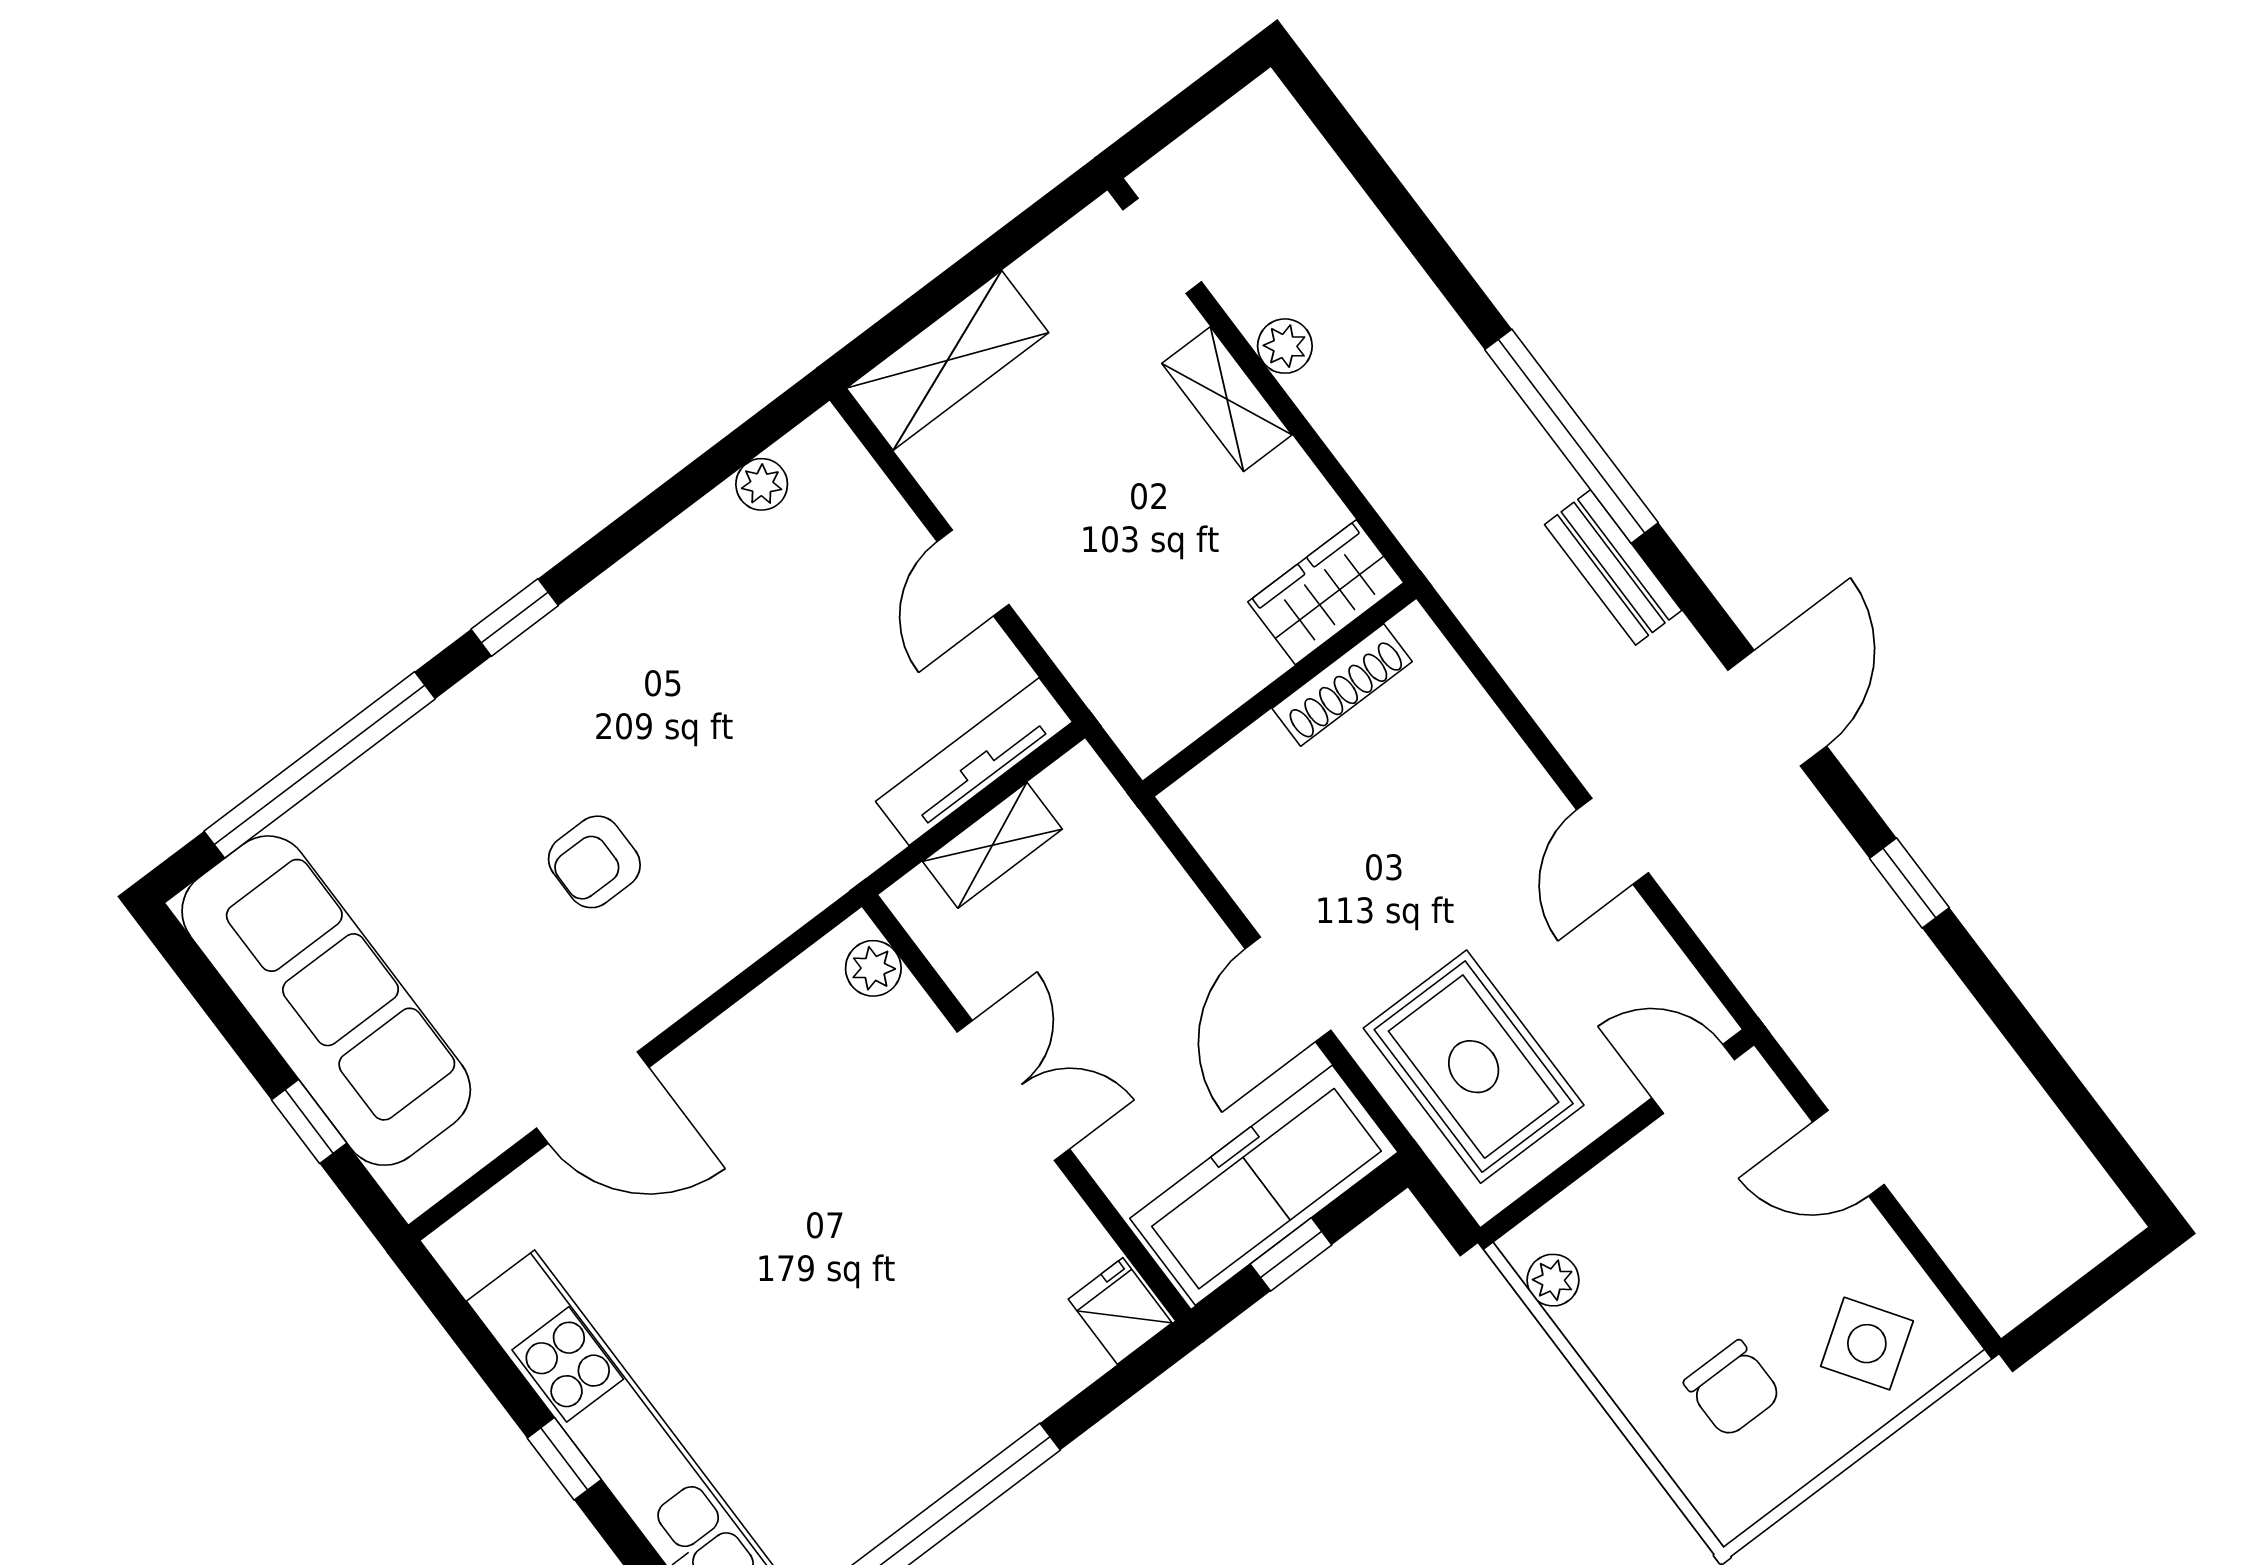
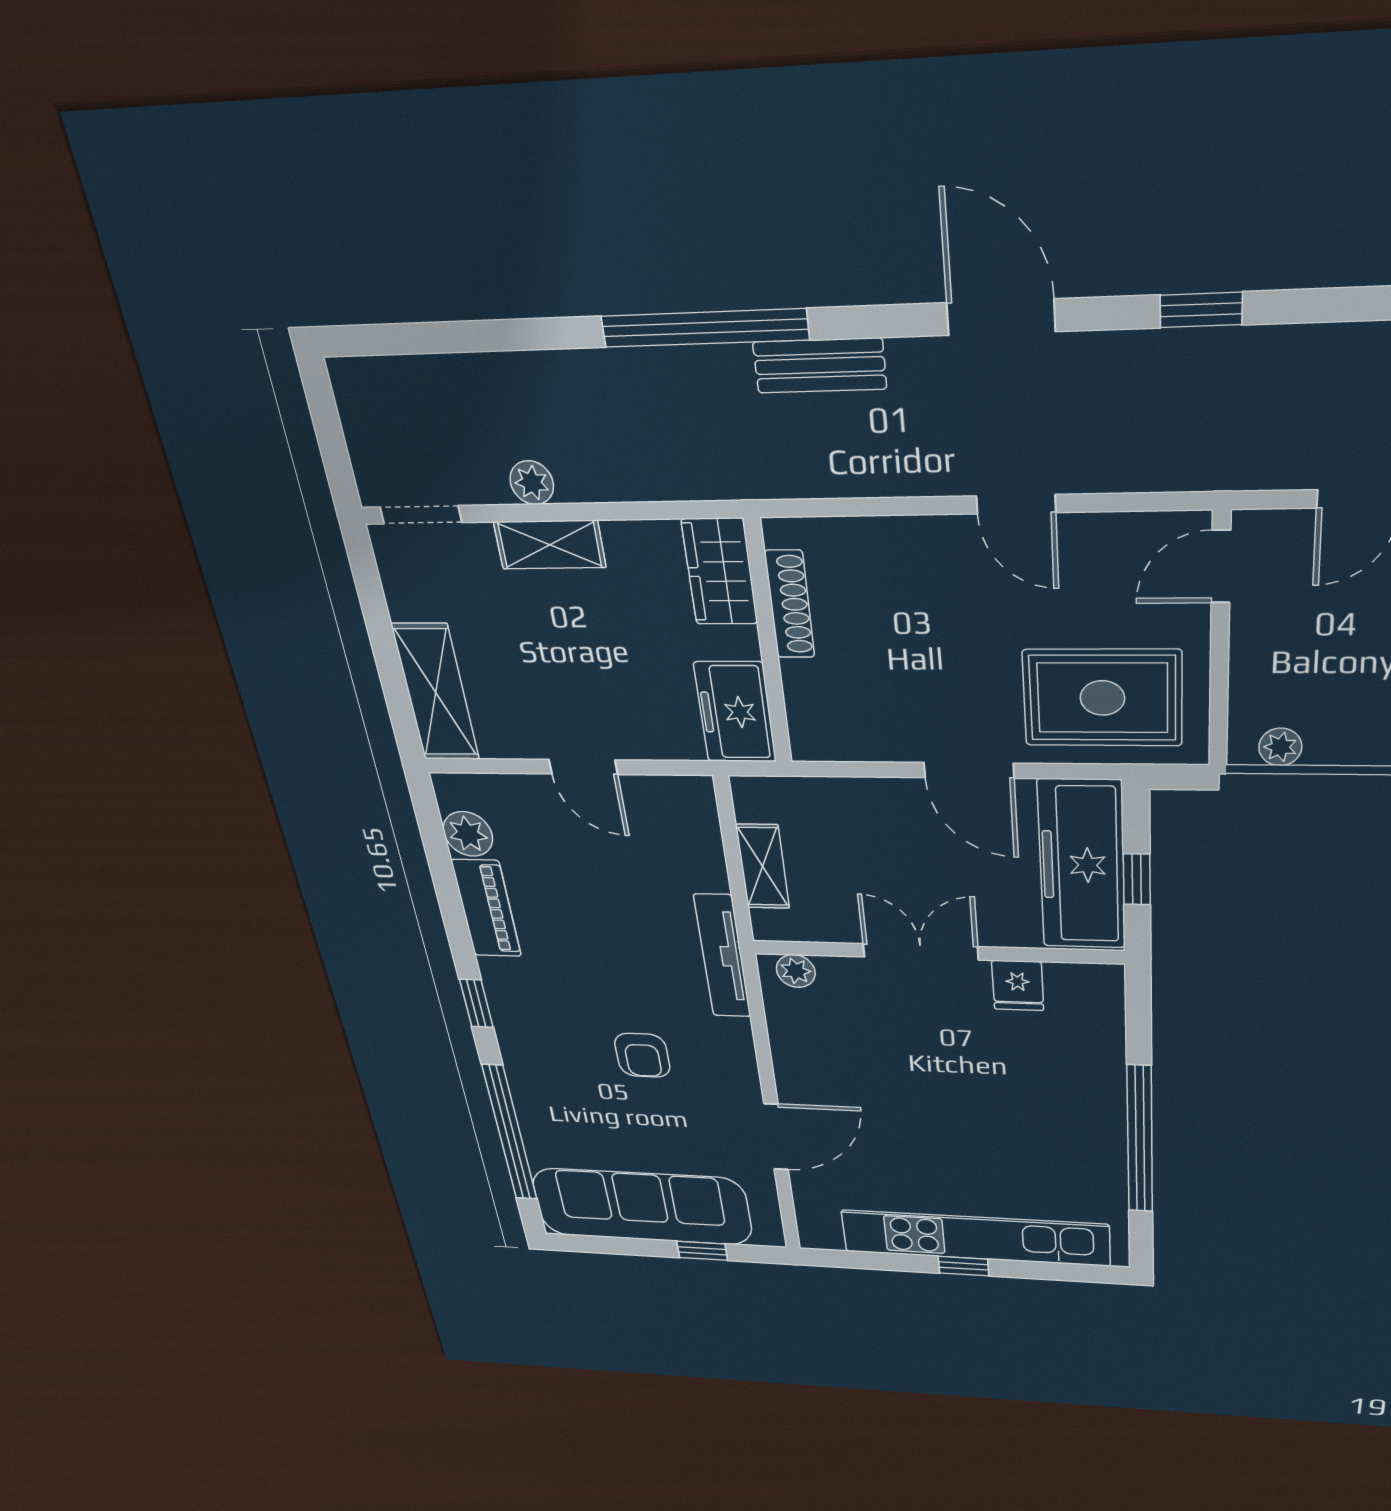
plant: (762, 484) -> (468, 834), width x1.38, depth x1.38
piano: (679, 559) -> (486, 908), added
freezer: (1171, 701) -> (735, 712), added
tv unit: (974, 762) -> (723, 956), moved
fridge: (1120, 1311) -> (1018, 985), moved, turned -90

